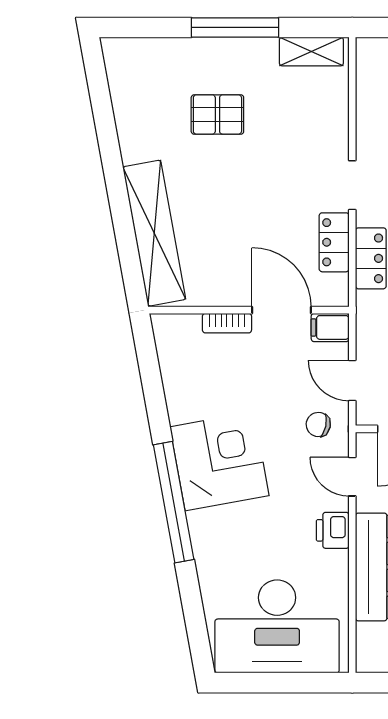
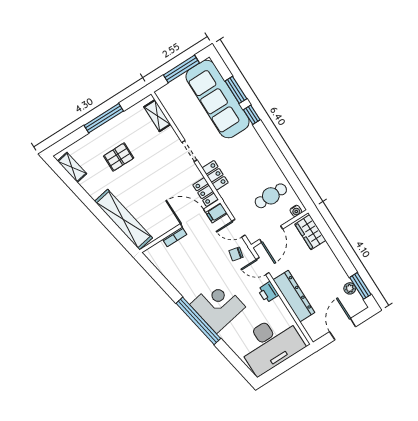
shelving: (311, 51) -> (157, 116), moved, turned 90
shelving: (121, 80) -> (72, 167), added
locker: (334, 242) -> (205, 192), moved
corner desk: (219, 461) -> (218, 306), moved

